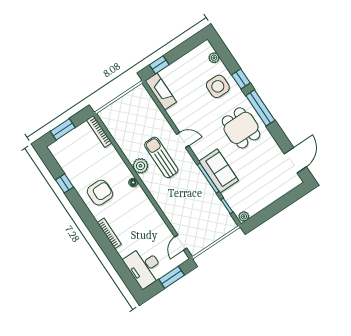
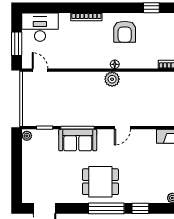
side table: (218, 86) -> (147, 185), removed
sun lounger: (161, 157) -> (120, 101), removed
plant: (140, 166) -> (112, 79), moved

